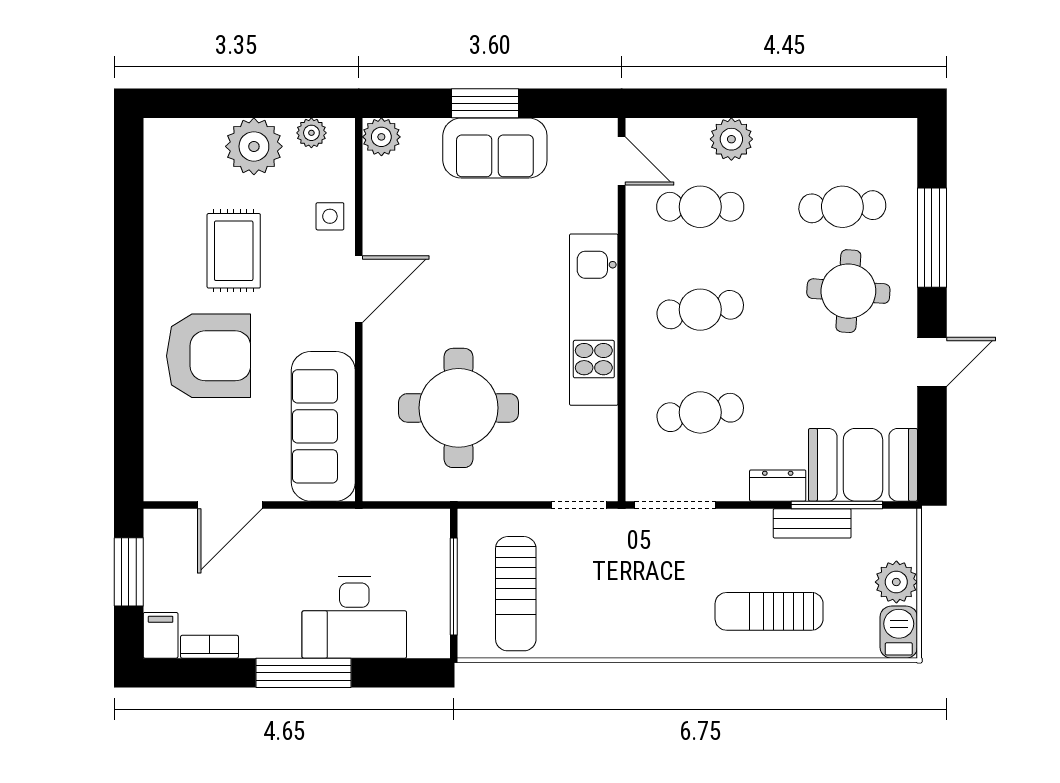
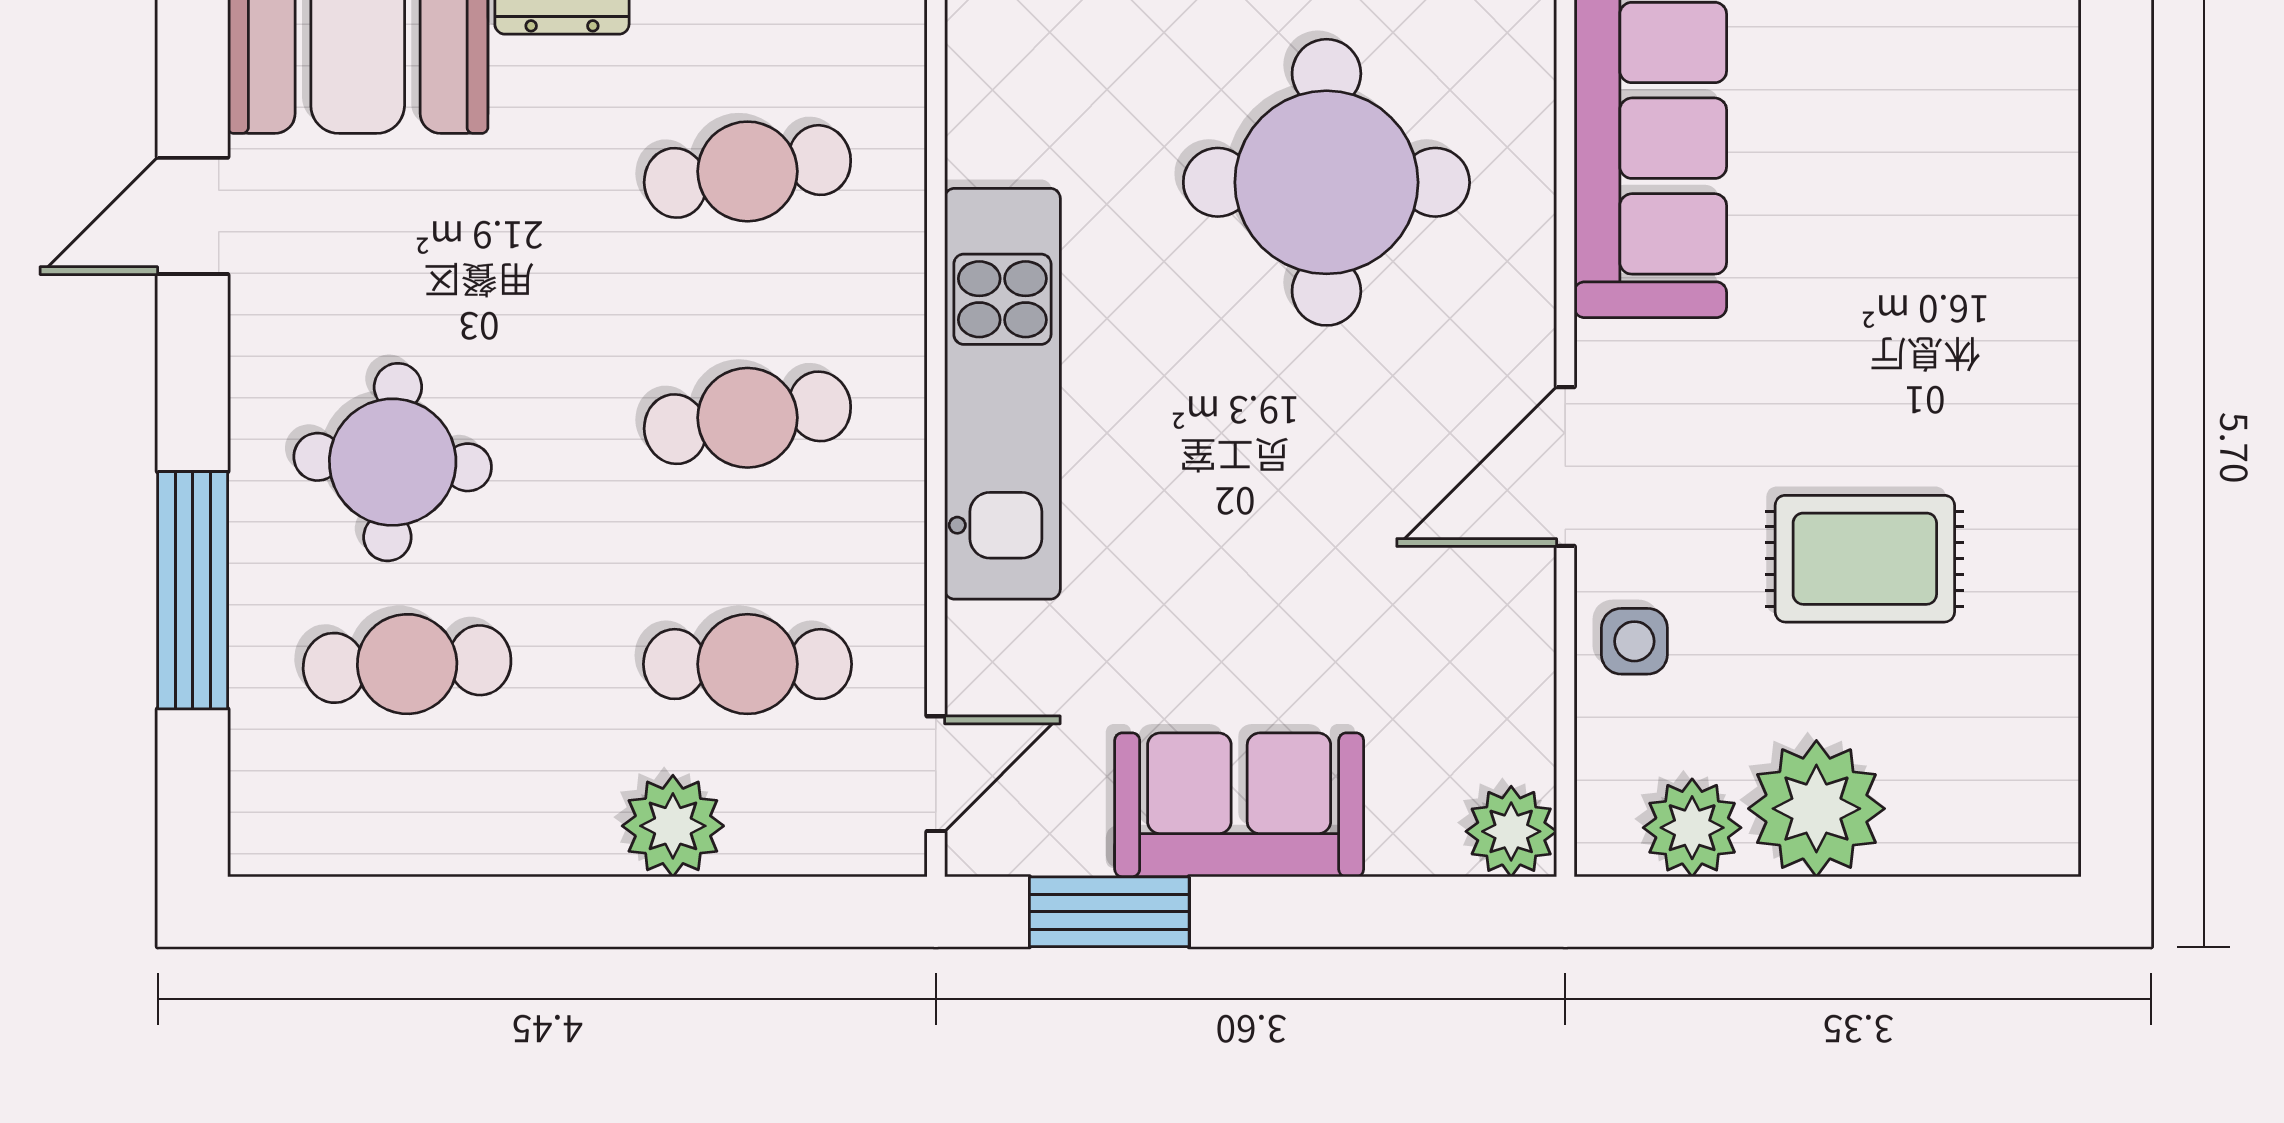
window: (485, 103) -> (1109, 912), moved
plant: (311, 133) -> (1692, 828), width x1.38, depth x1.38
door: (622, 161) -> (936, 774), swing flipped
rug: (234, 251) -> (1865, 559), turned 90
armchair: (209, 356) -> (1925, 307), removed
door: (932, 362) -> (193, 216), moved

